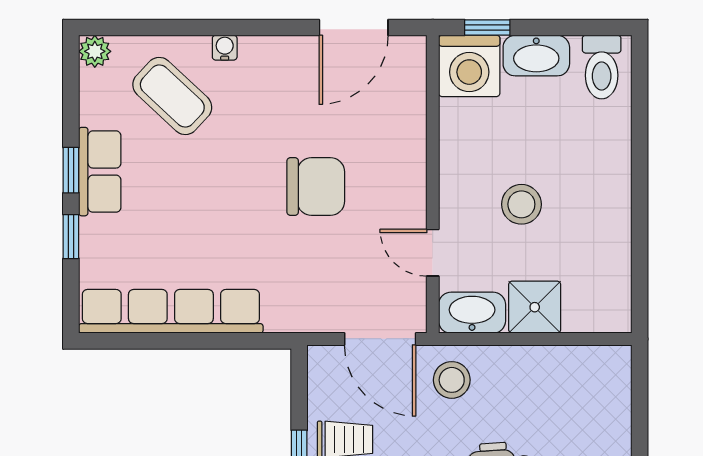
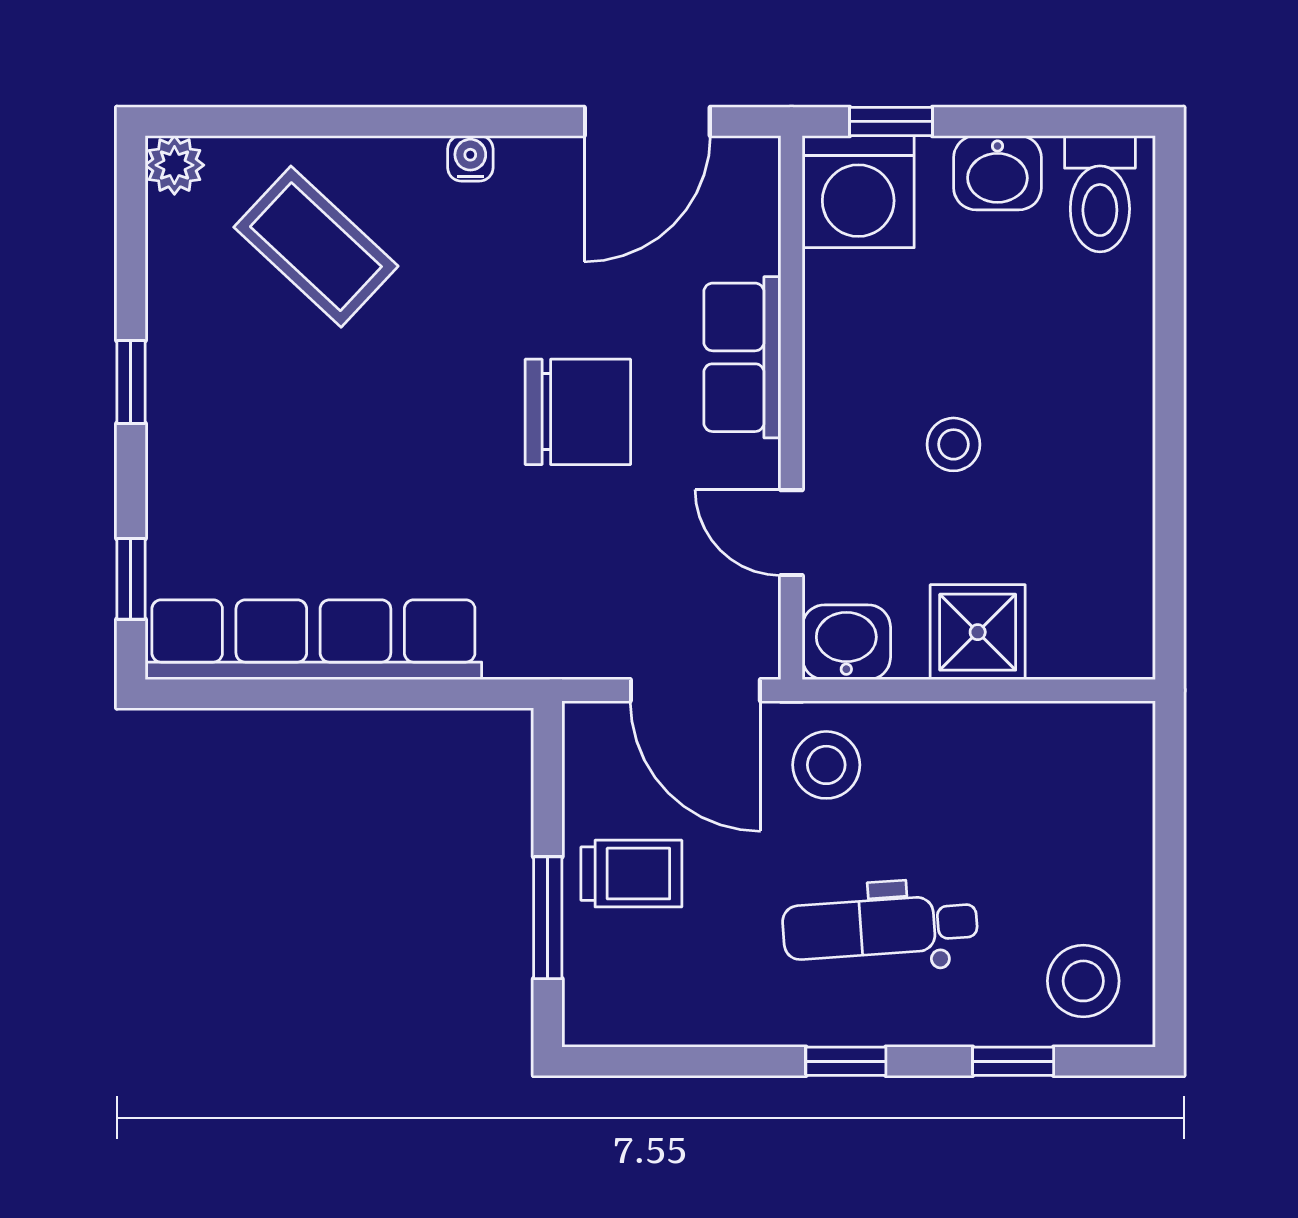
water cooler: (225, 48) -> (470, 158), moved
washbasin: (536, 56) -> (997, 173), width x0.72
row of seats: (100, 172) -> (742, 357), moved, turned 180
stool: (521, 204) -> (953, 444), width x0.73, depth x0.73
window: (71, 237) -> (131, 579), moved
washbasin: (472, 313) -> (846, 642), width x0.72

